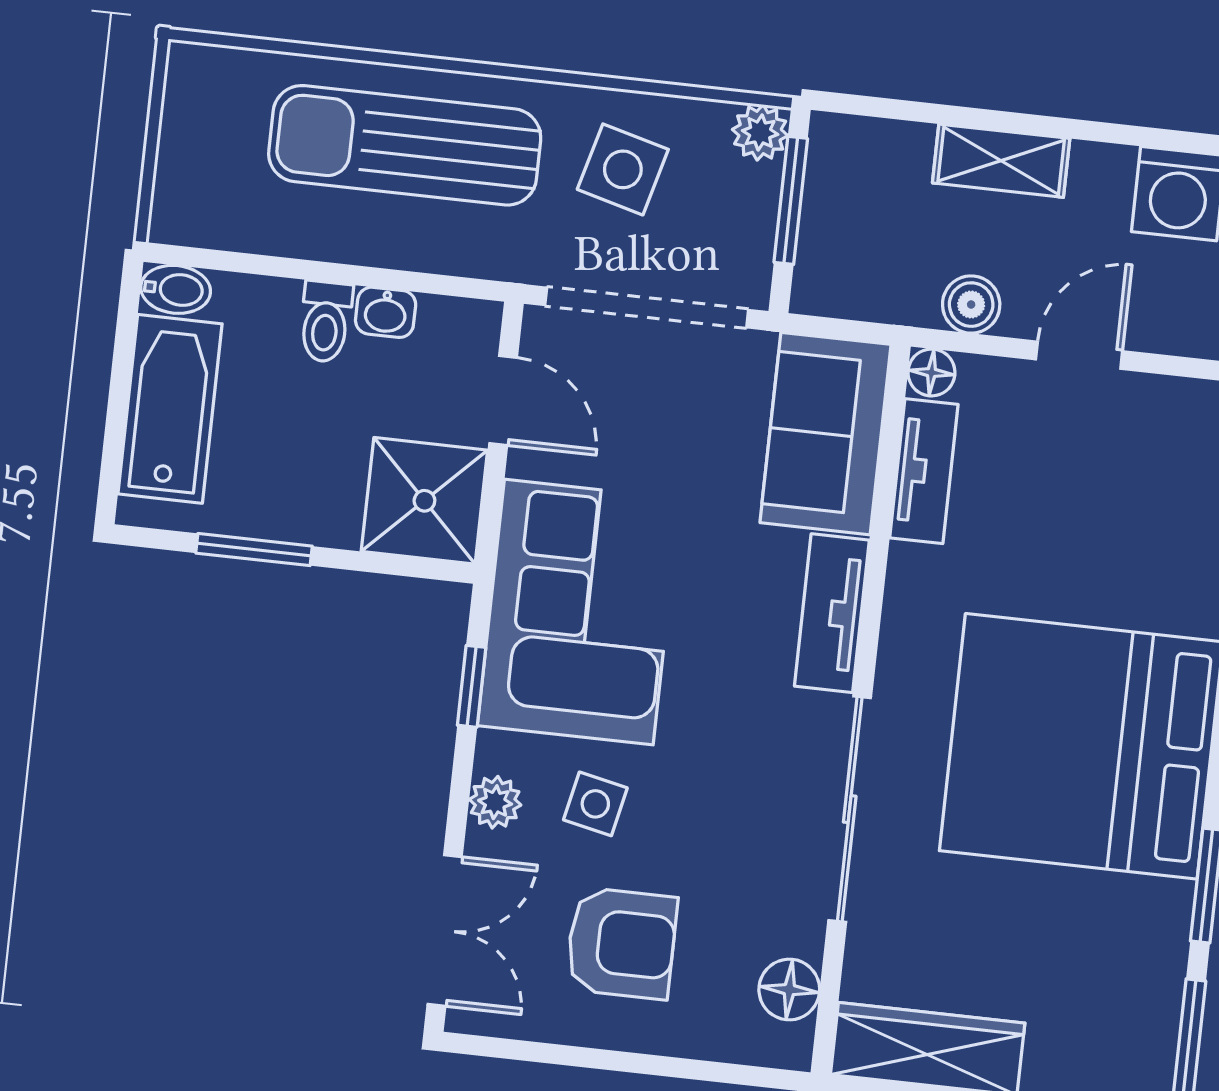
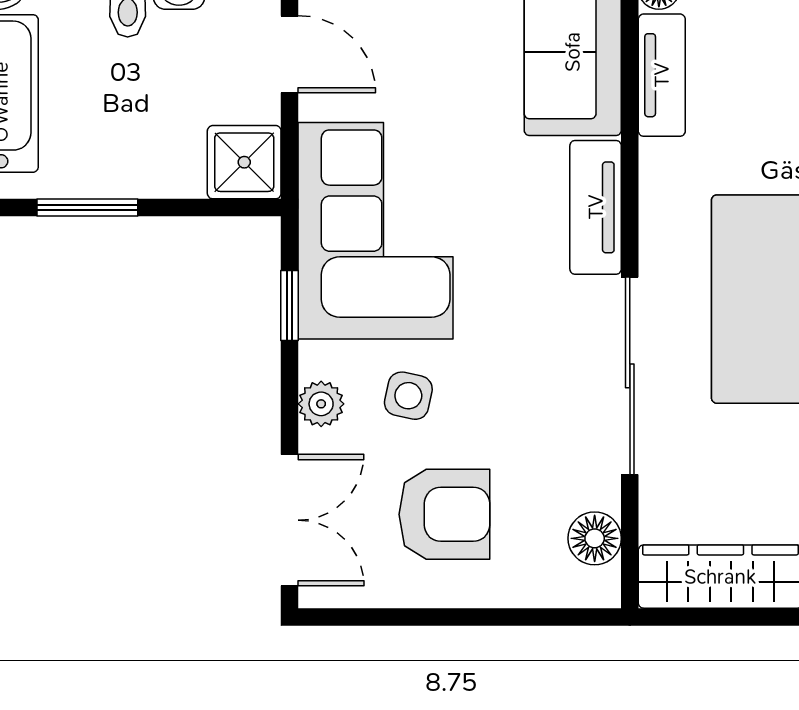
shower: (424, 501) -> (244, 162), width x0.73, depth x0.73

